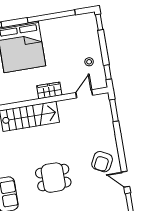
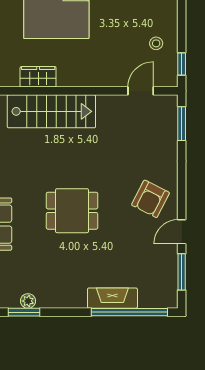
wardrobe: (49, 90) -> (38, 77), moved
door: (125, 179) -> (182, 232), hinge flipped

